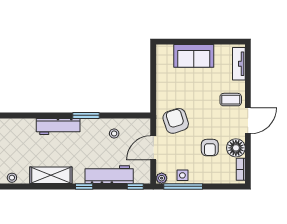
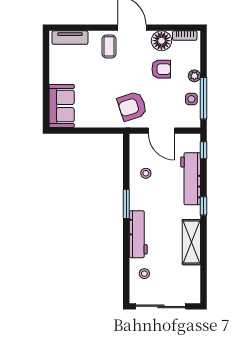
sofa: (194, 56) -> (62, 106), moved
stool: (12, 178) -> (144, 274), moved
plant: (162, 178) -> (194, 76), moved

